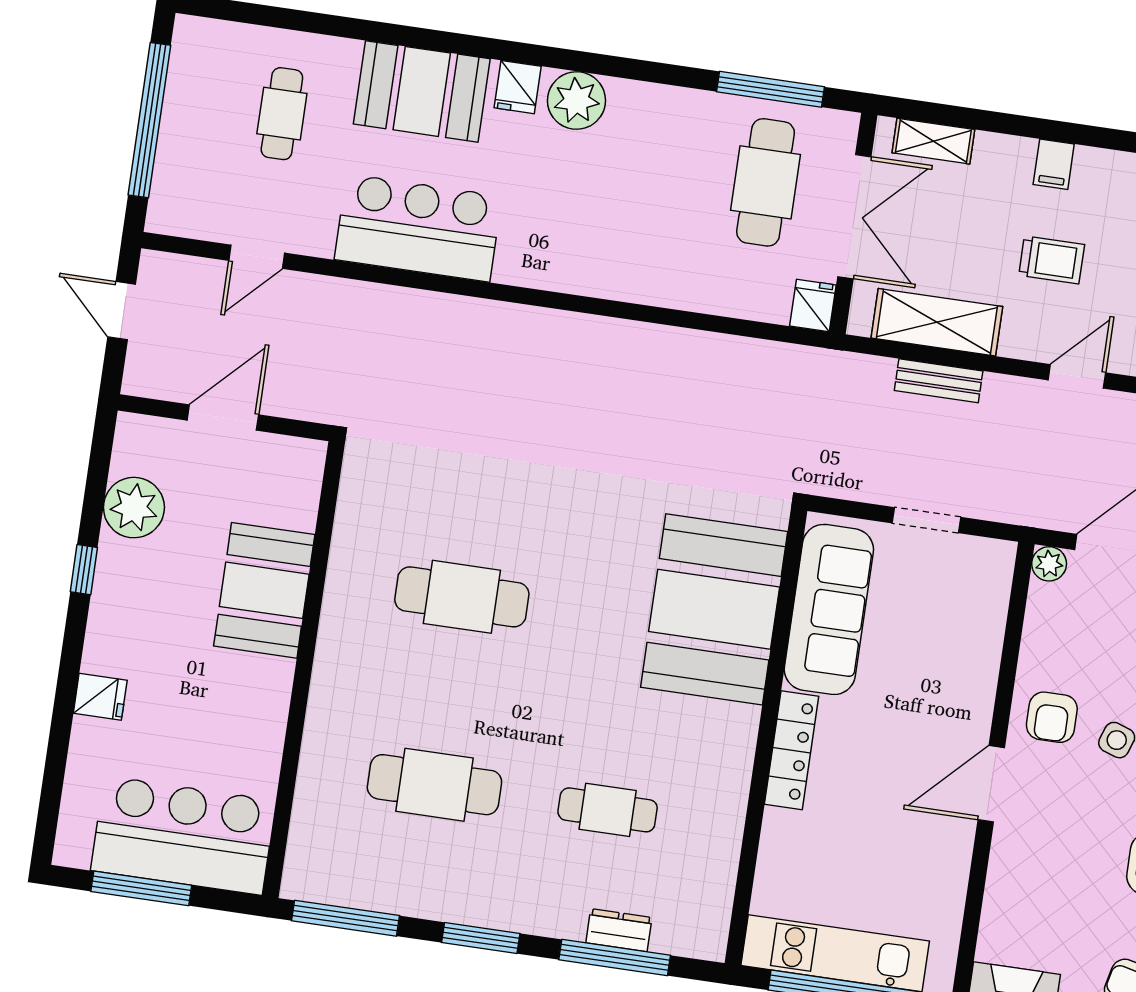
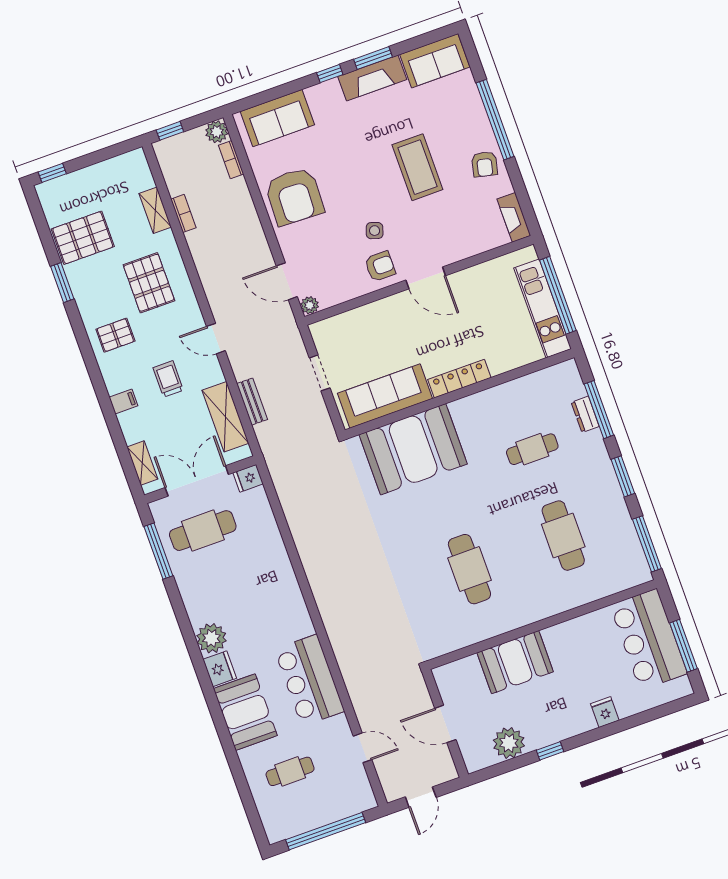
fridge: (518, 87) -> (220, 669), width x1.38
cafe table: (608, 810) -> (532, 449), turned 90

